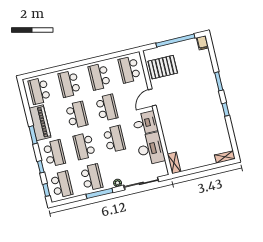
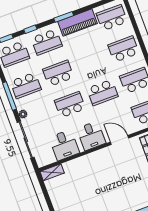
school desk: (77, 115) -> (91, 61), removed
school desk: (114, 139) -> (70, 105), turned 180
desk: (151, 149) -> (64, 145), width x0.73

